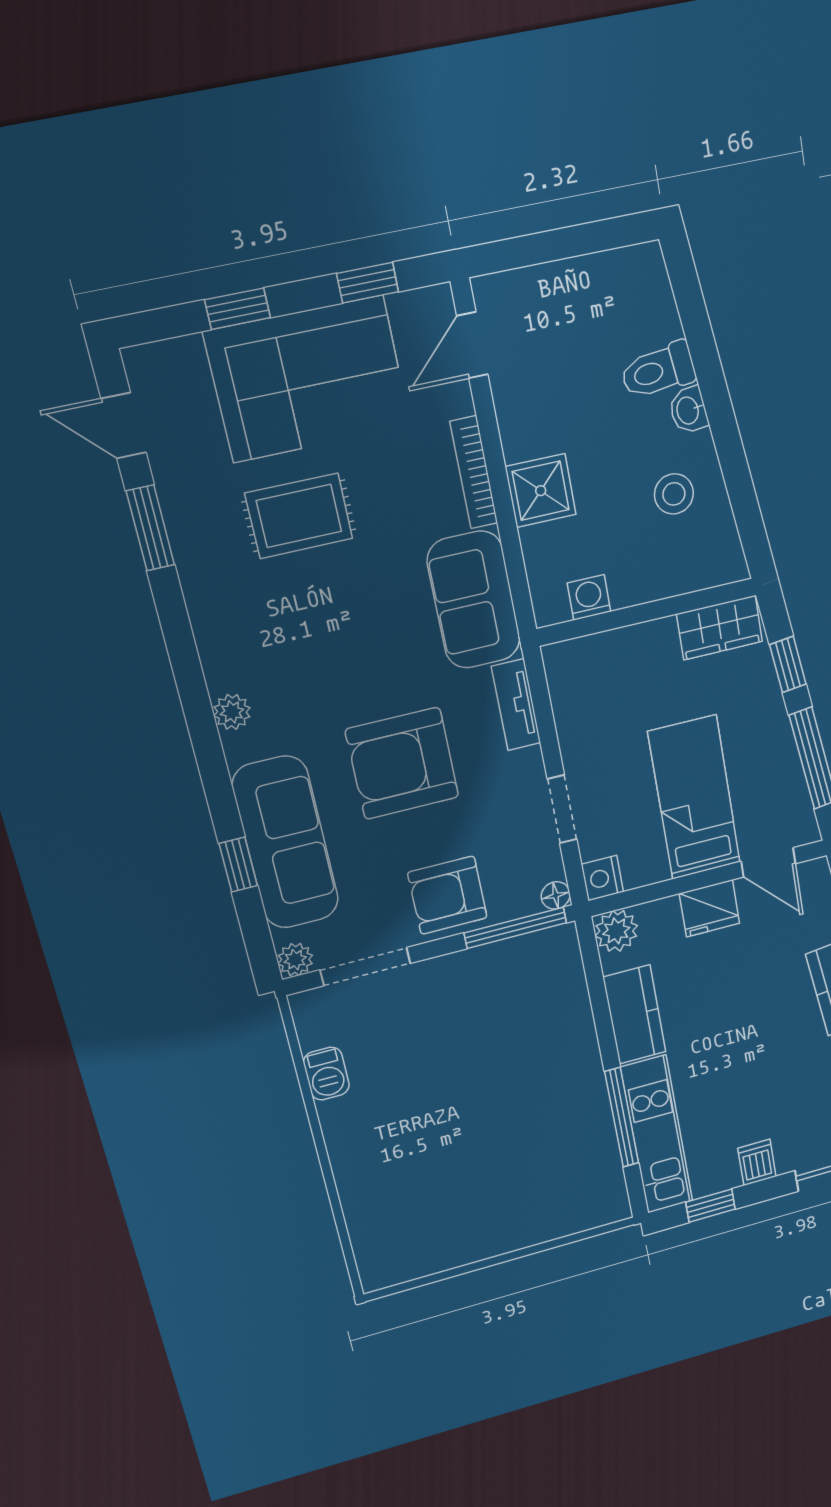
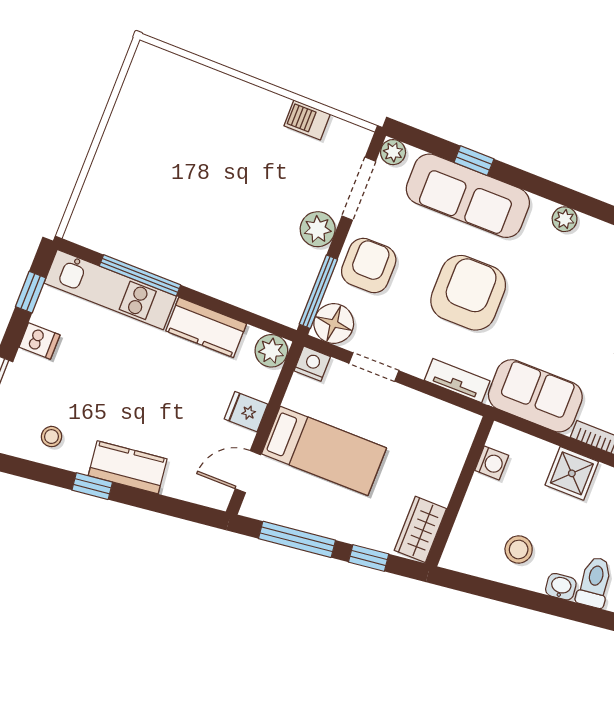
floor lamp: (556, 895) -> (334, 323), width x1.89, depth x1.89
fridge: (709, 908) -> (246, 412), width x0.72
plant: (444, 977) -> (318, 229), added

